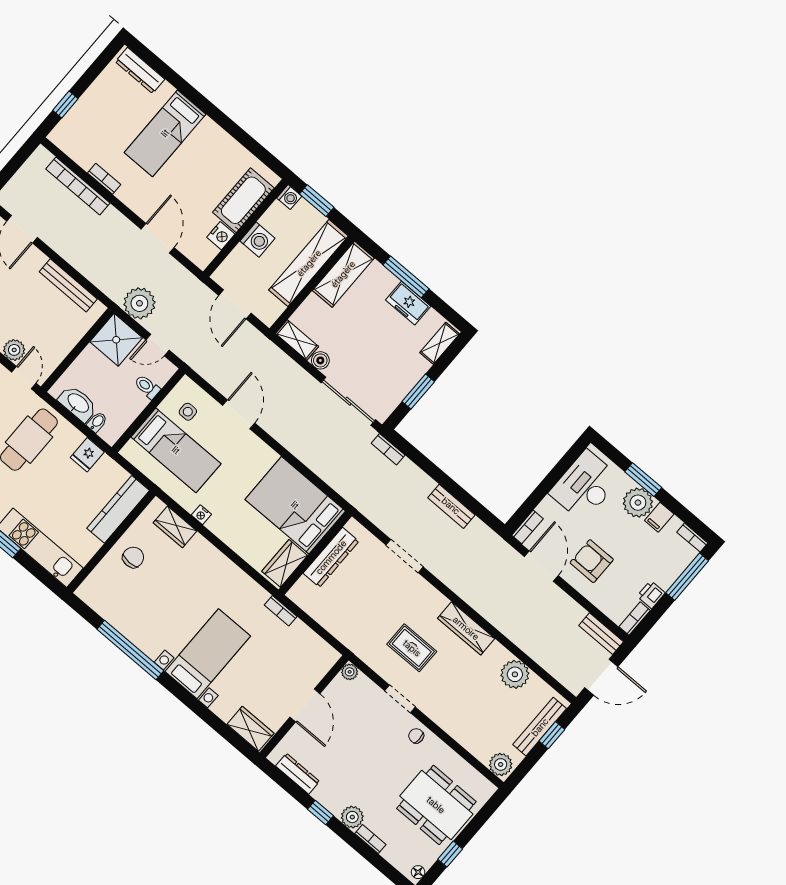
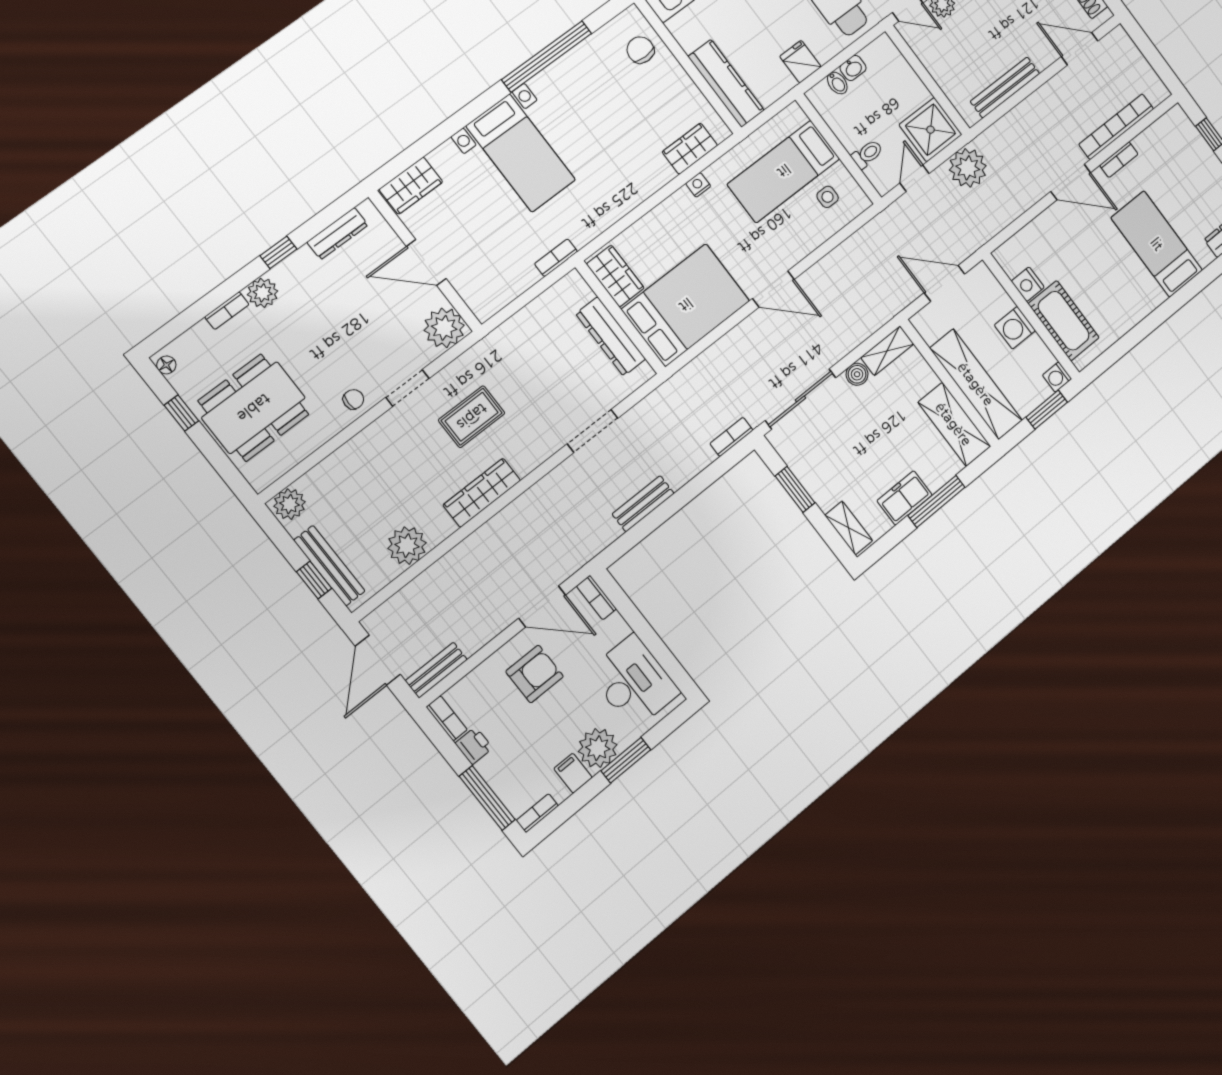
door: (158, 238) -> (1071, 182), moved
washbasin: (78, 404) -> (853, 68), width x0.52, depth x0.69
door: (239, 414) -> (773, 289), moved
chair: (133, 557) -> (640, 50), moved, turned 180
plant: (350, 672) -> (444, 328), width x1.88, depth x1.88

